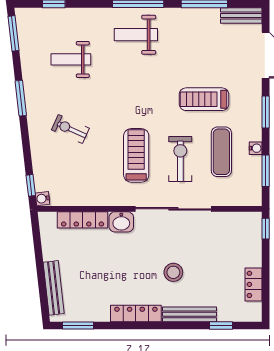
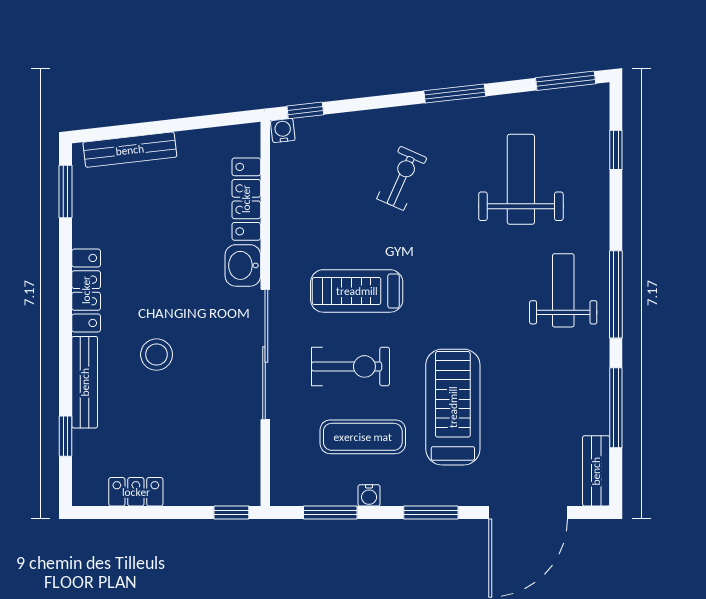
weight bench: (71, 59) -> (521, 179), width x1.36, depth x1.33
treadmill: (204, 99) -> (453, 407), width x1.37, depth x1.38
treadmill: (136, 155) -> (357, 291), turned 180

